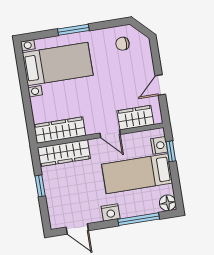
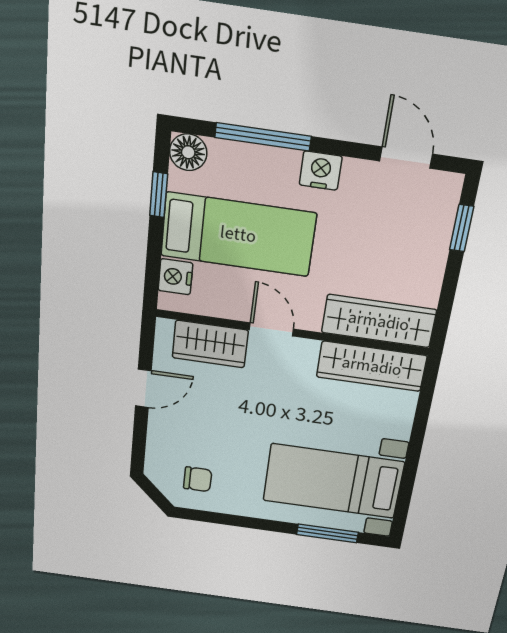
window: (73, 30) -> (327, 533), moved
window: (171, 151) -> (159, 195), moved
window: (40, 186) -> (462, 228), moved

